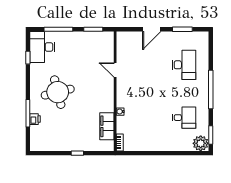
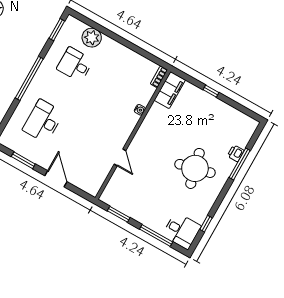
door: (152, 29) -> (56, 179), hinge flipped
desk: (42, 47) -> (182, 231), width x0.73
filing cabinet: (107, 126) -> (170, 90), moved
plant: (201, 143) -> (92, 38), moved

